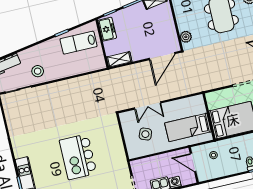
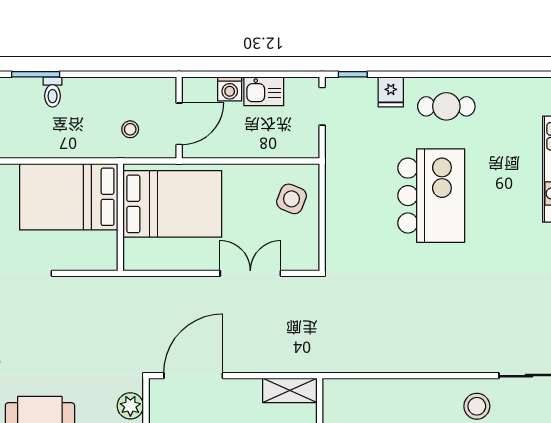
bed: (188, 127) -> (172, 204), width x1.50
side table: (145, 134) -> (292, 199), moved
door: (193, 162) -> (179, 124), hinge flipped

